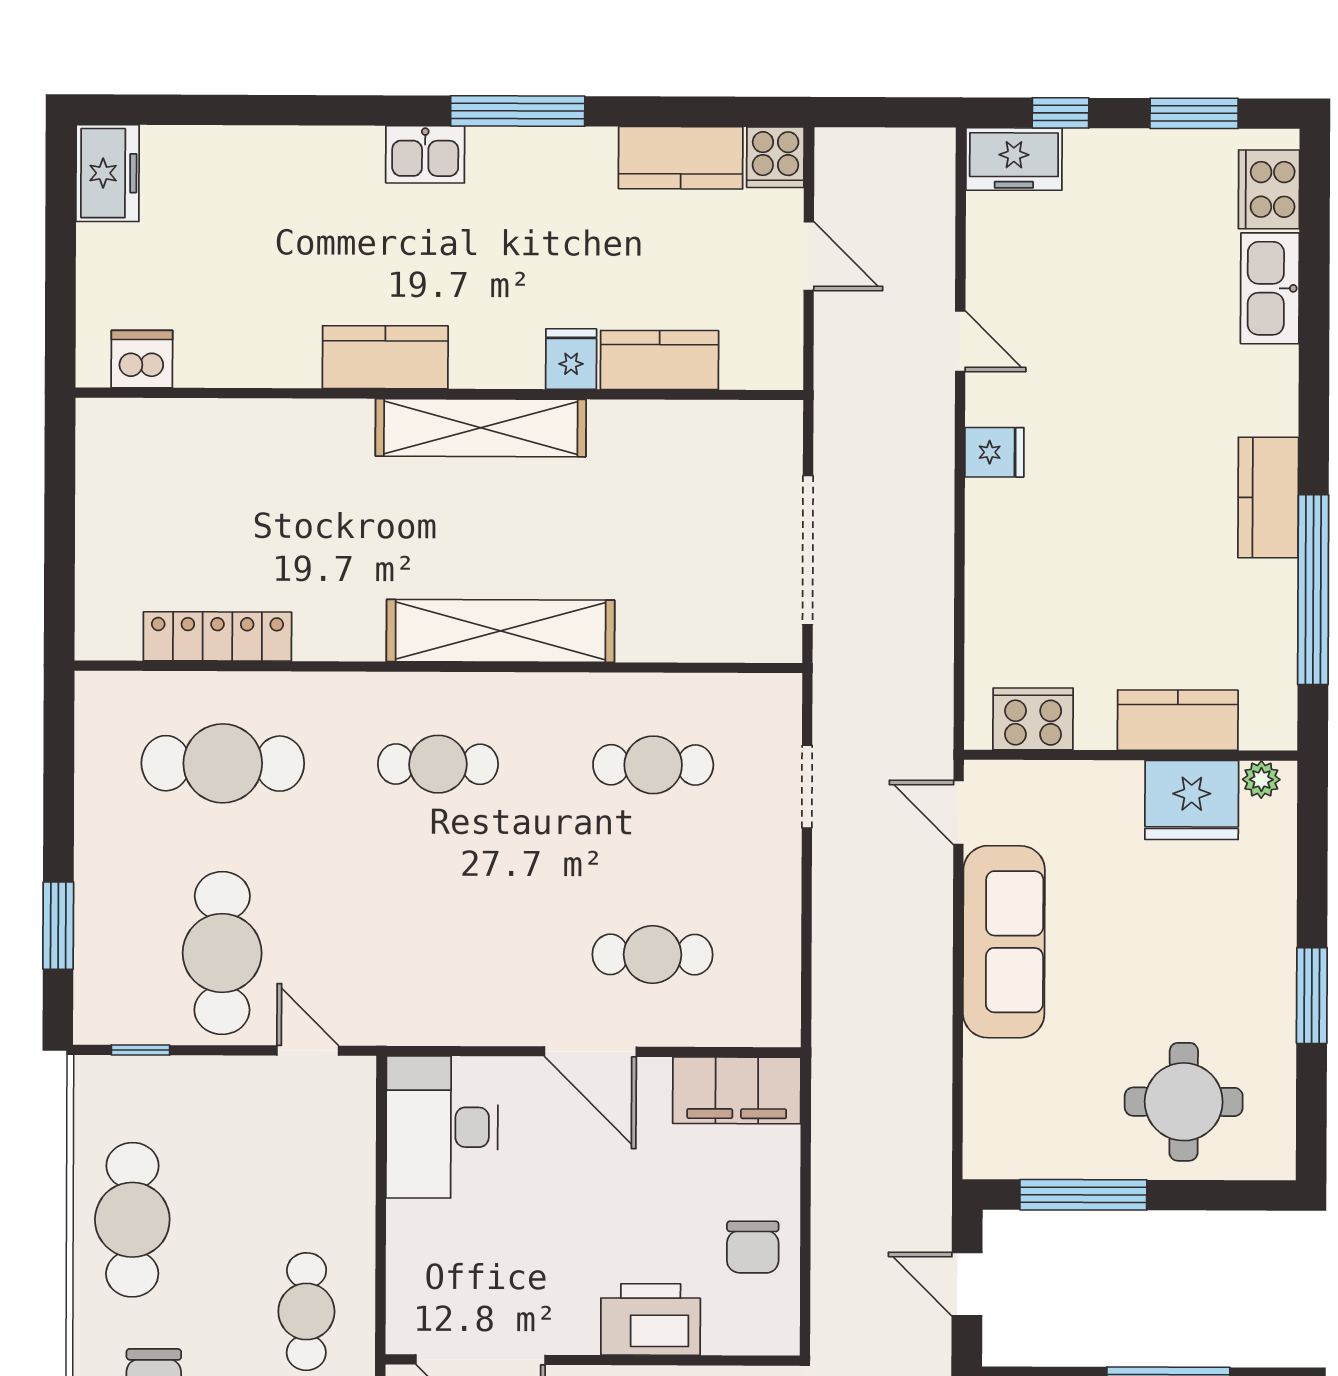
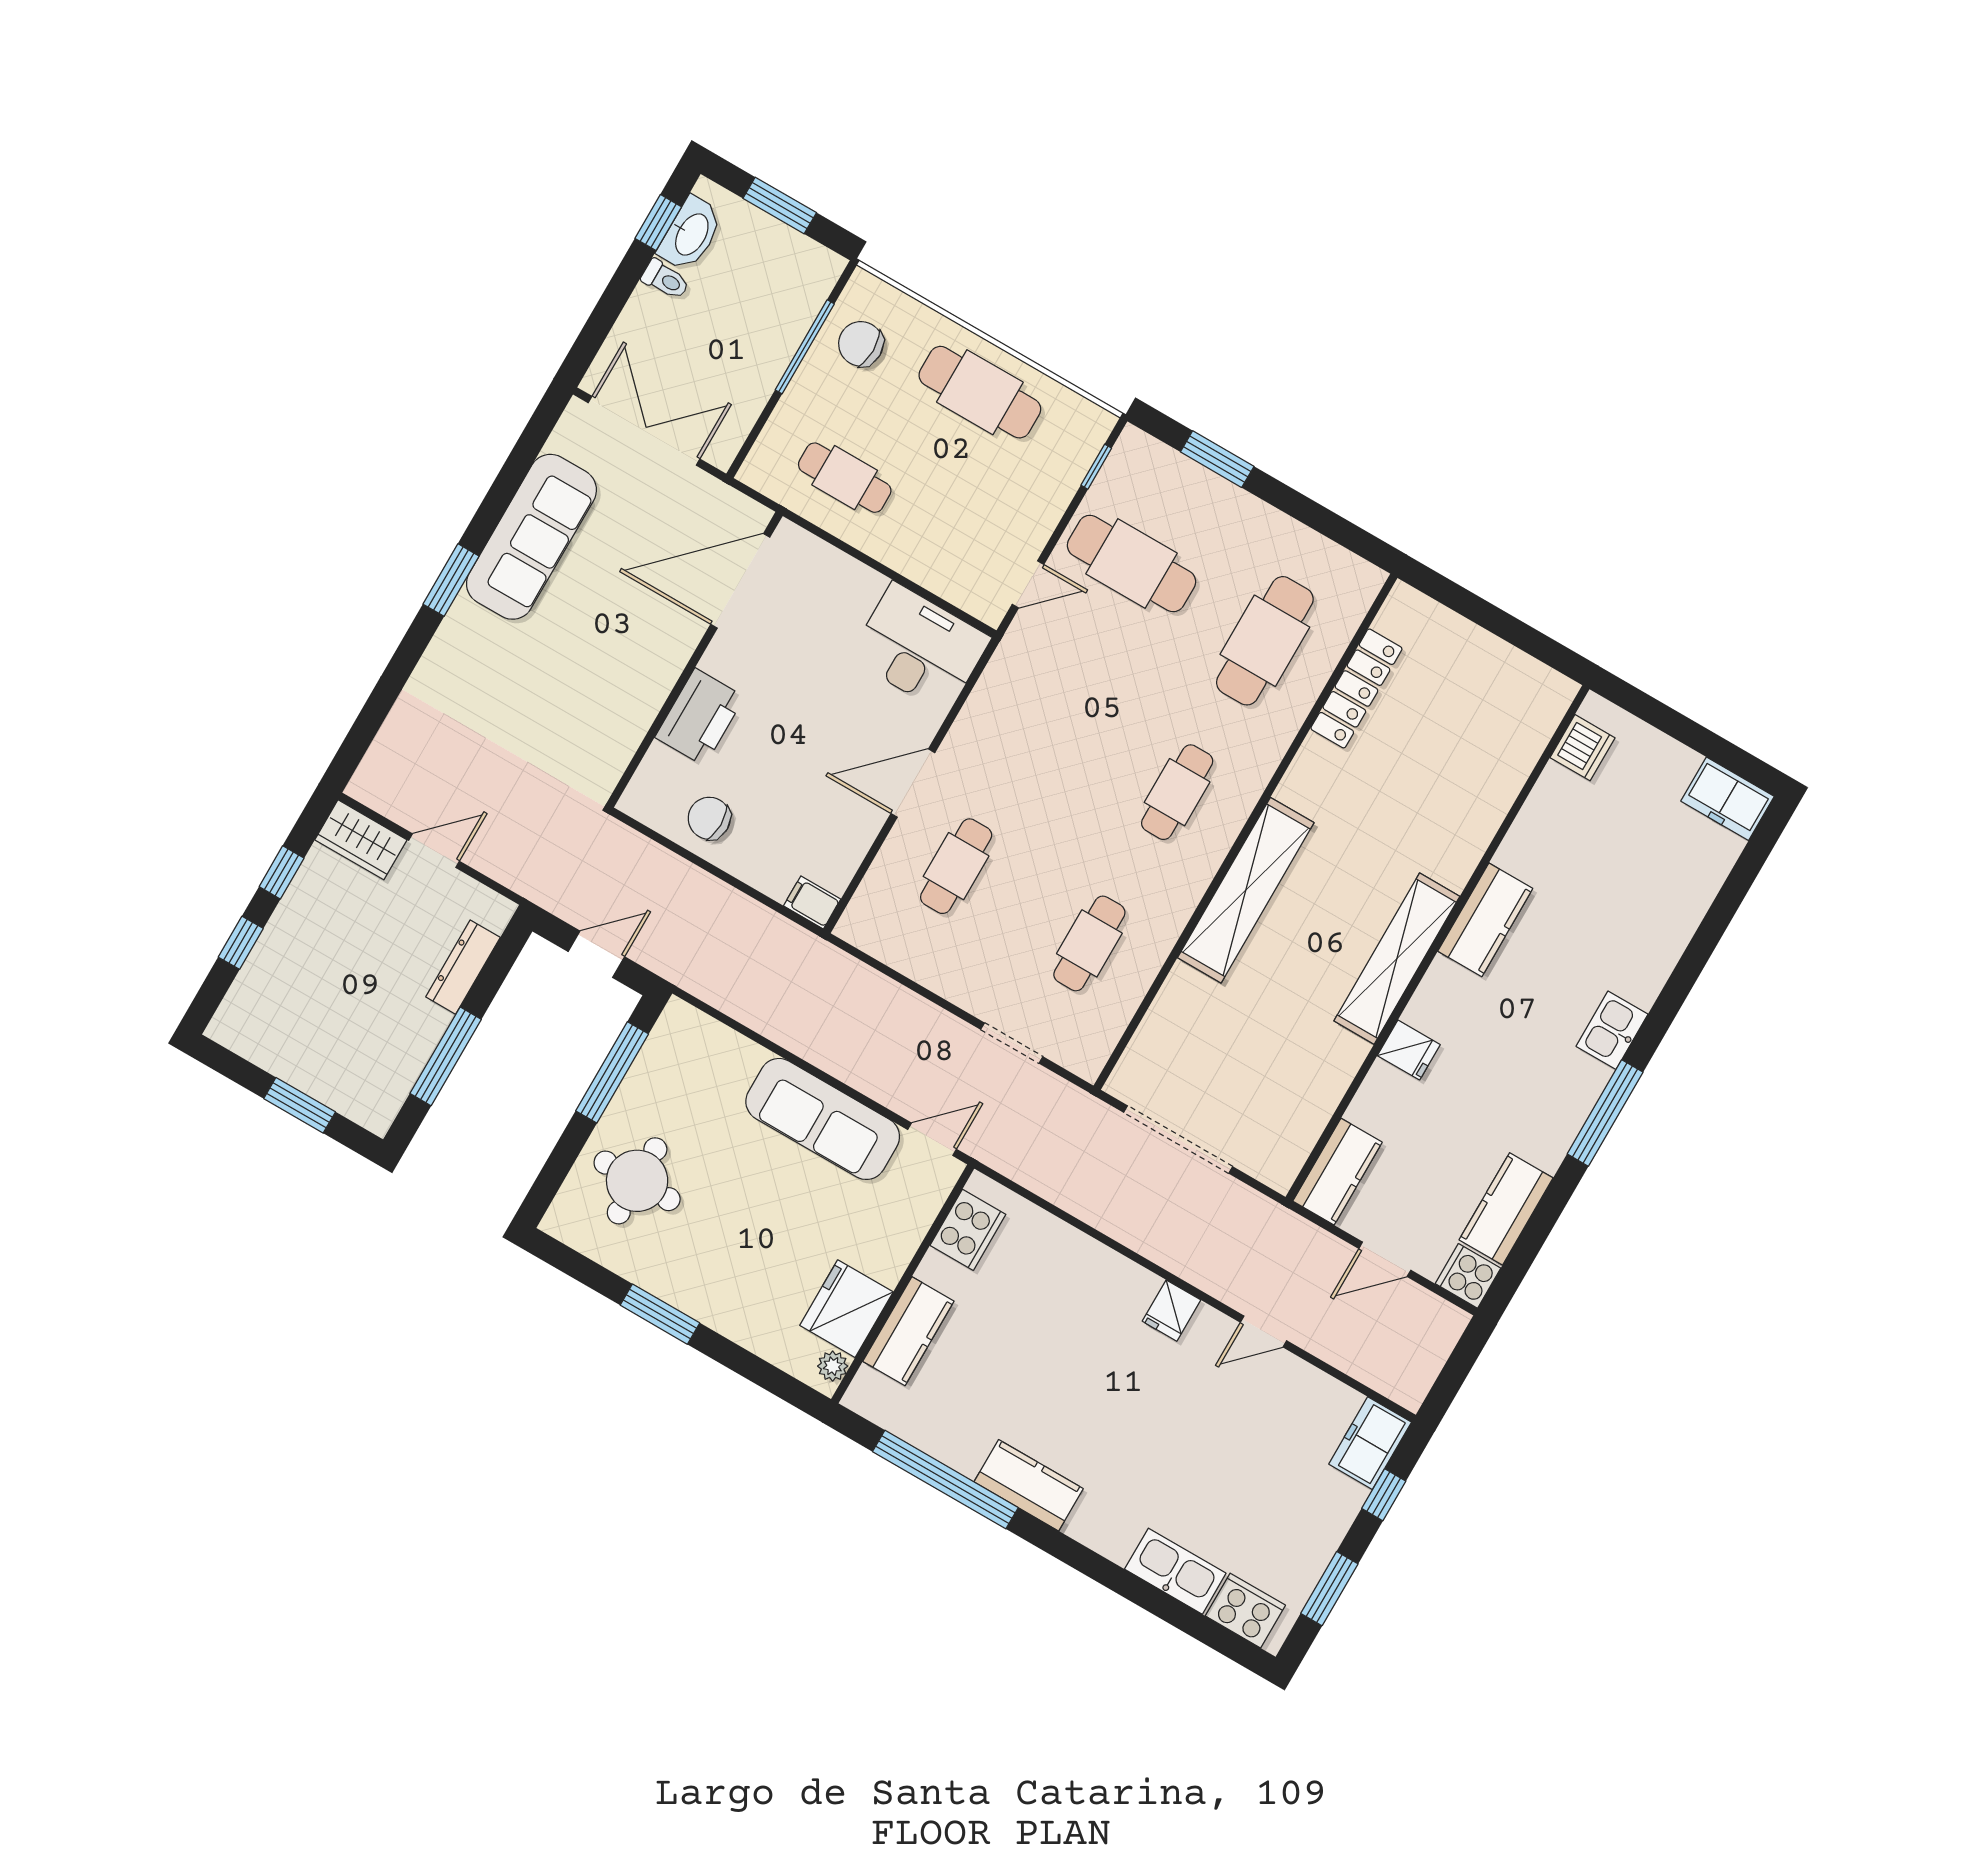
kitchen counter: (659, 360) -> (1338, 1172), moved
filing cabinet: (737, 1090) -> (812, 902), width x0.33, depth x0.86

